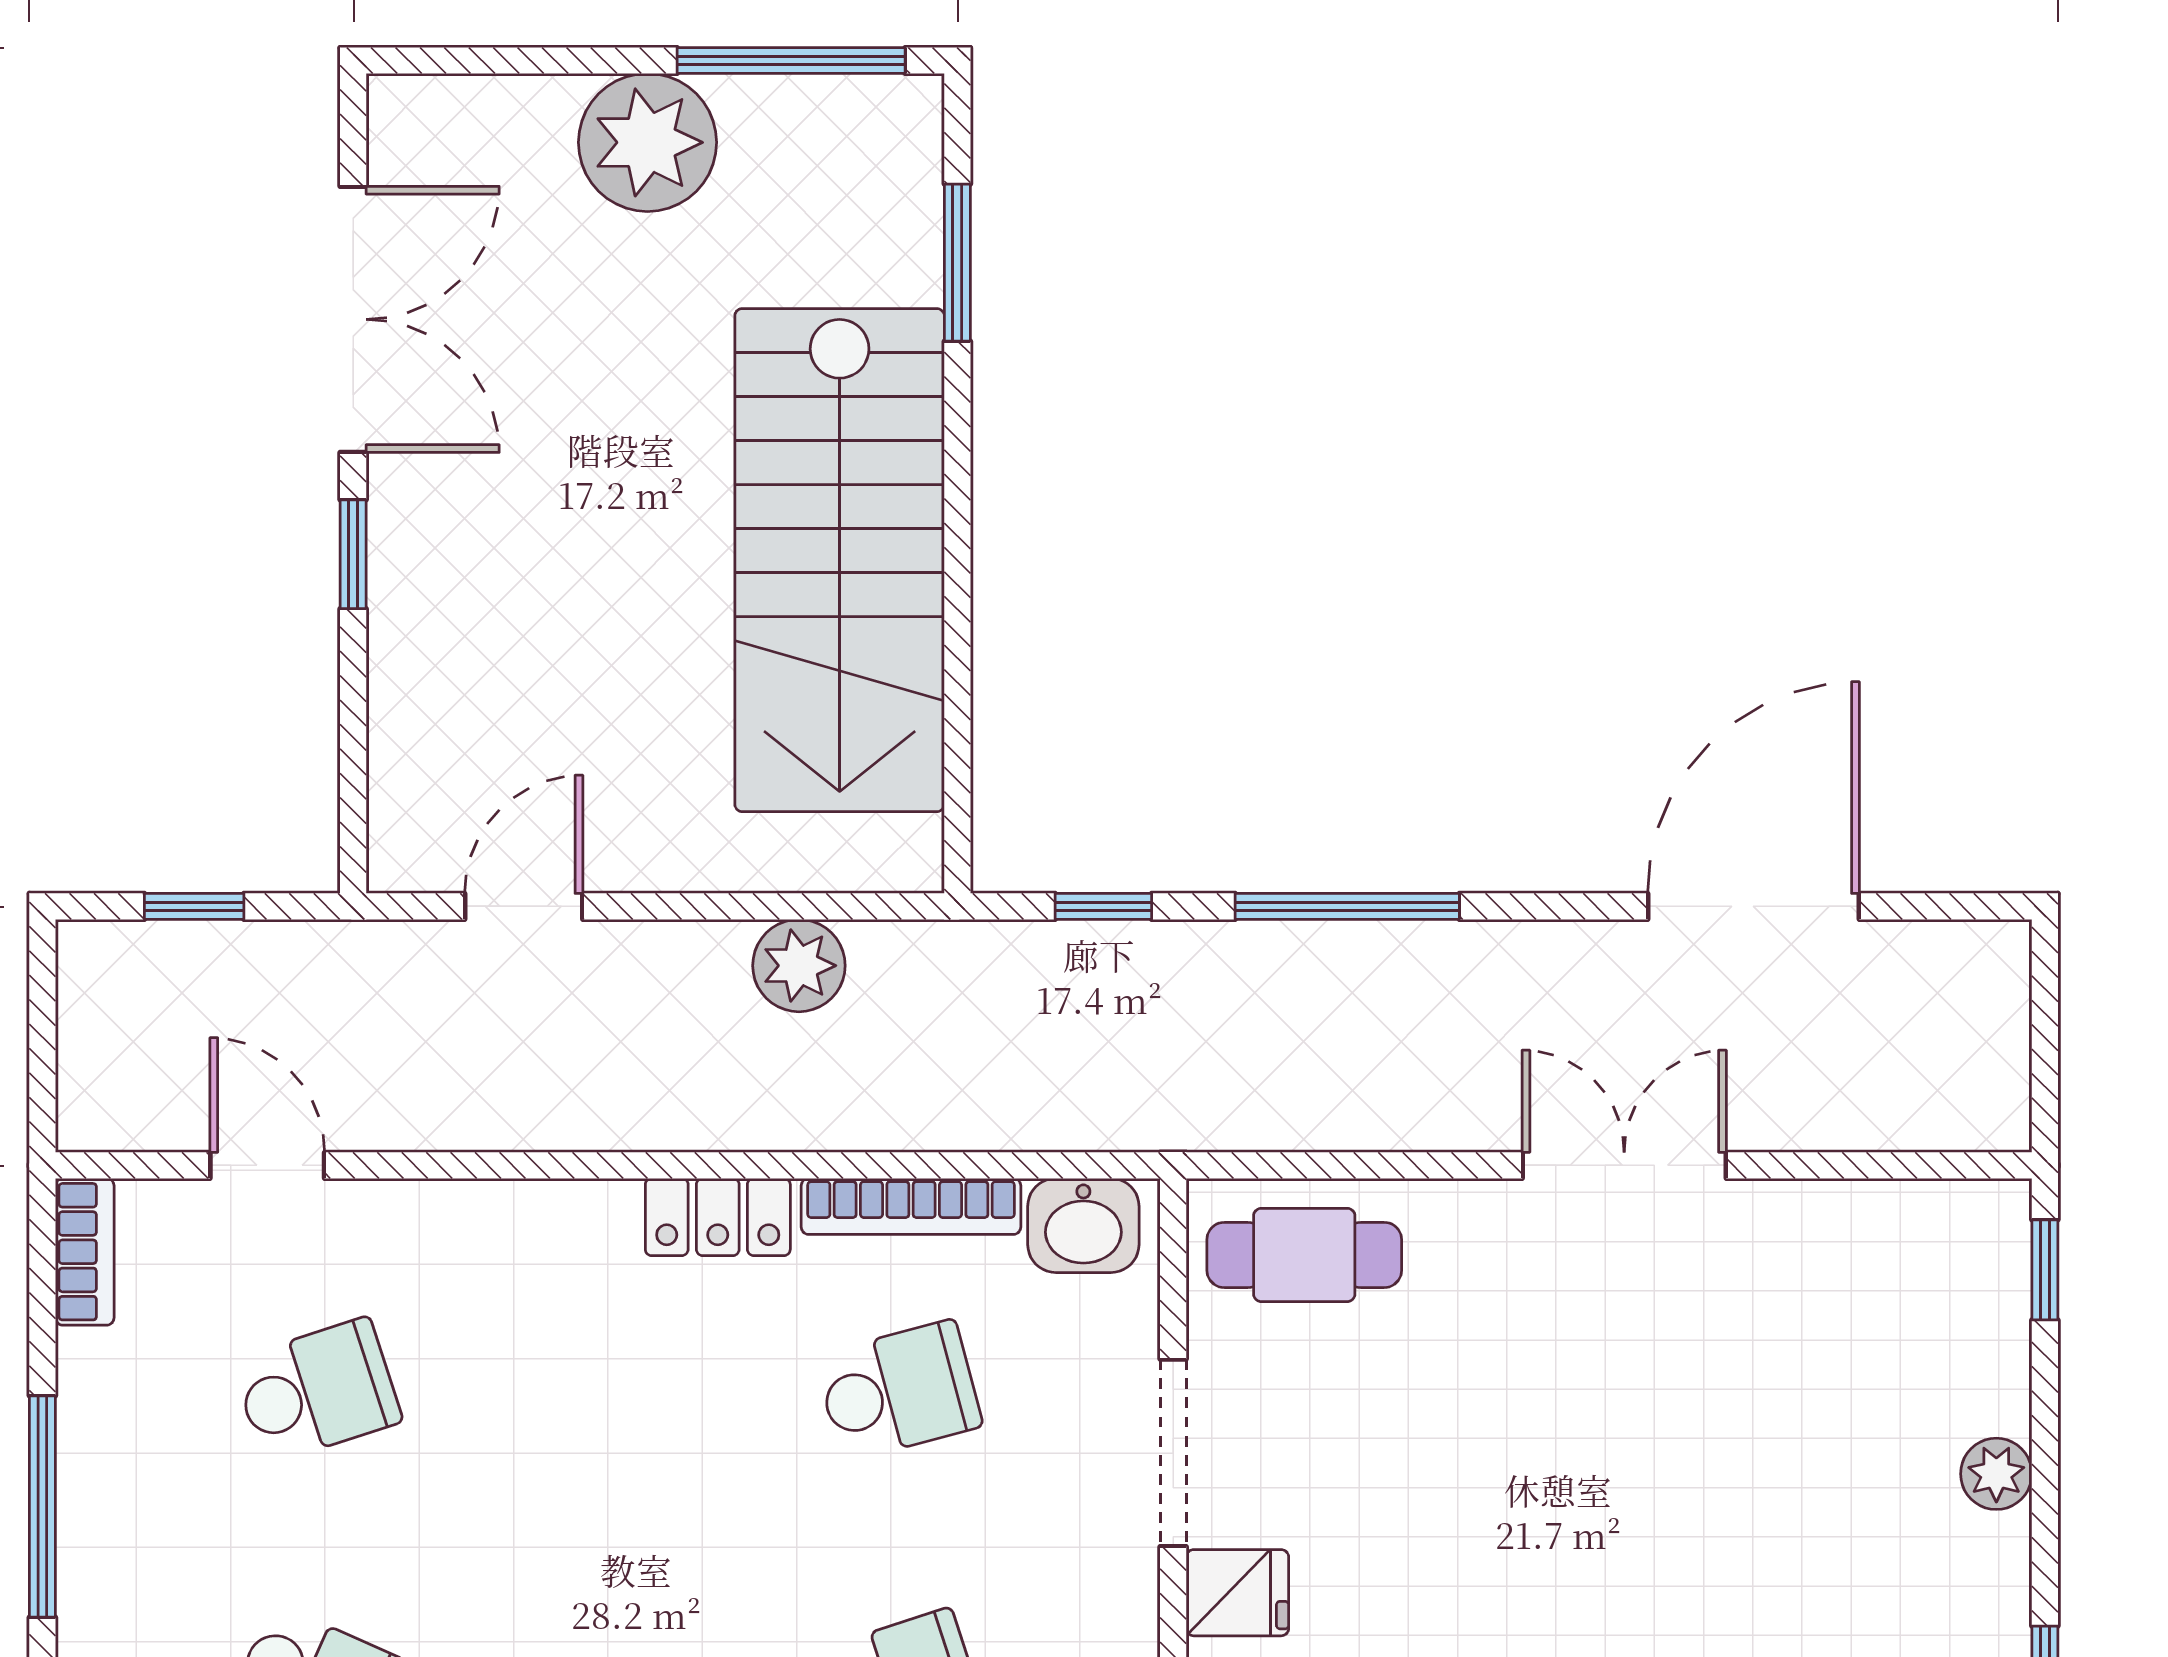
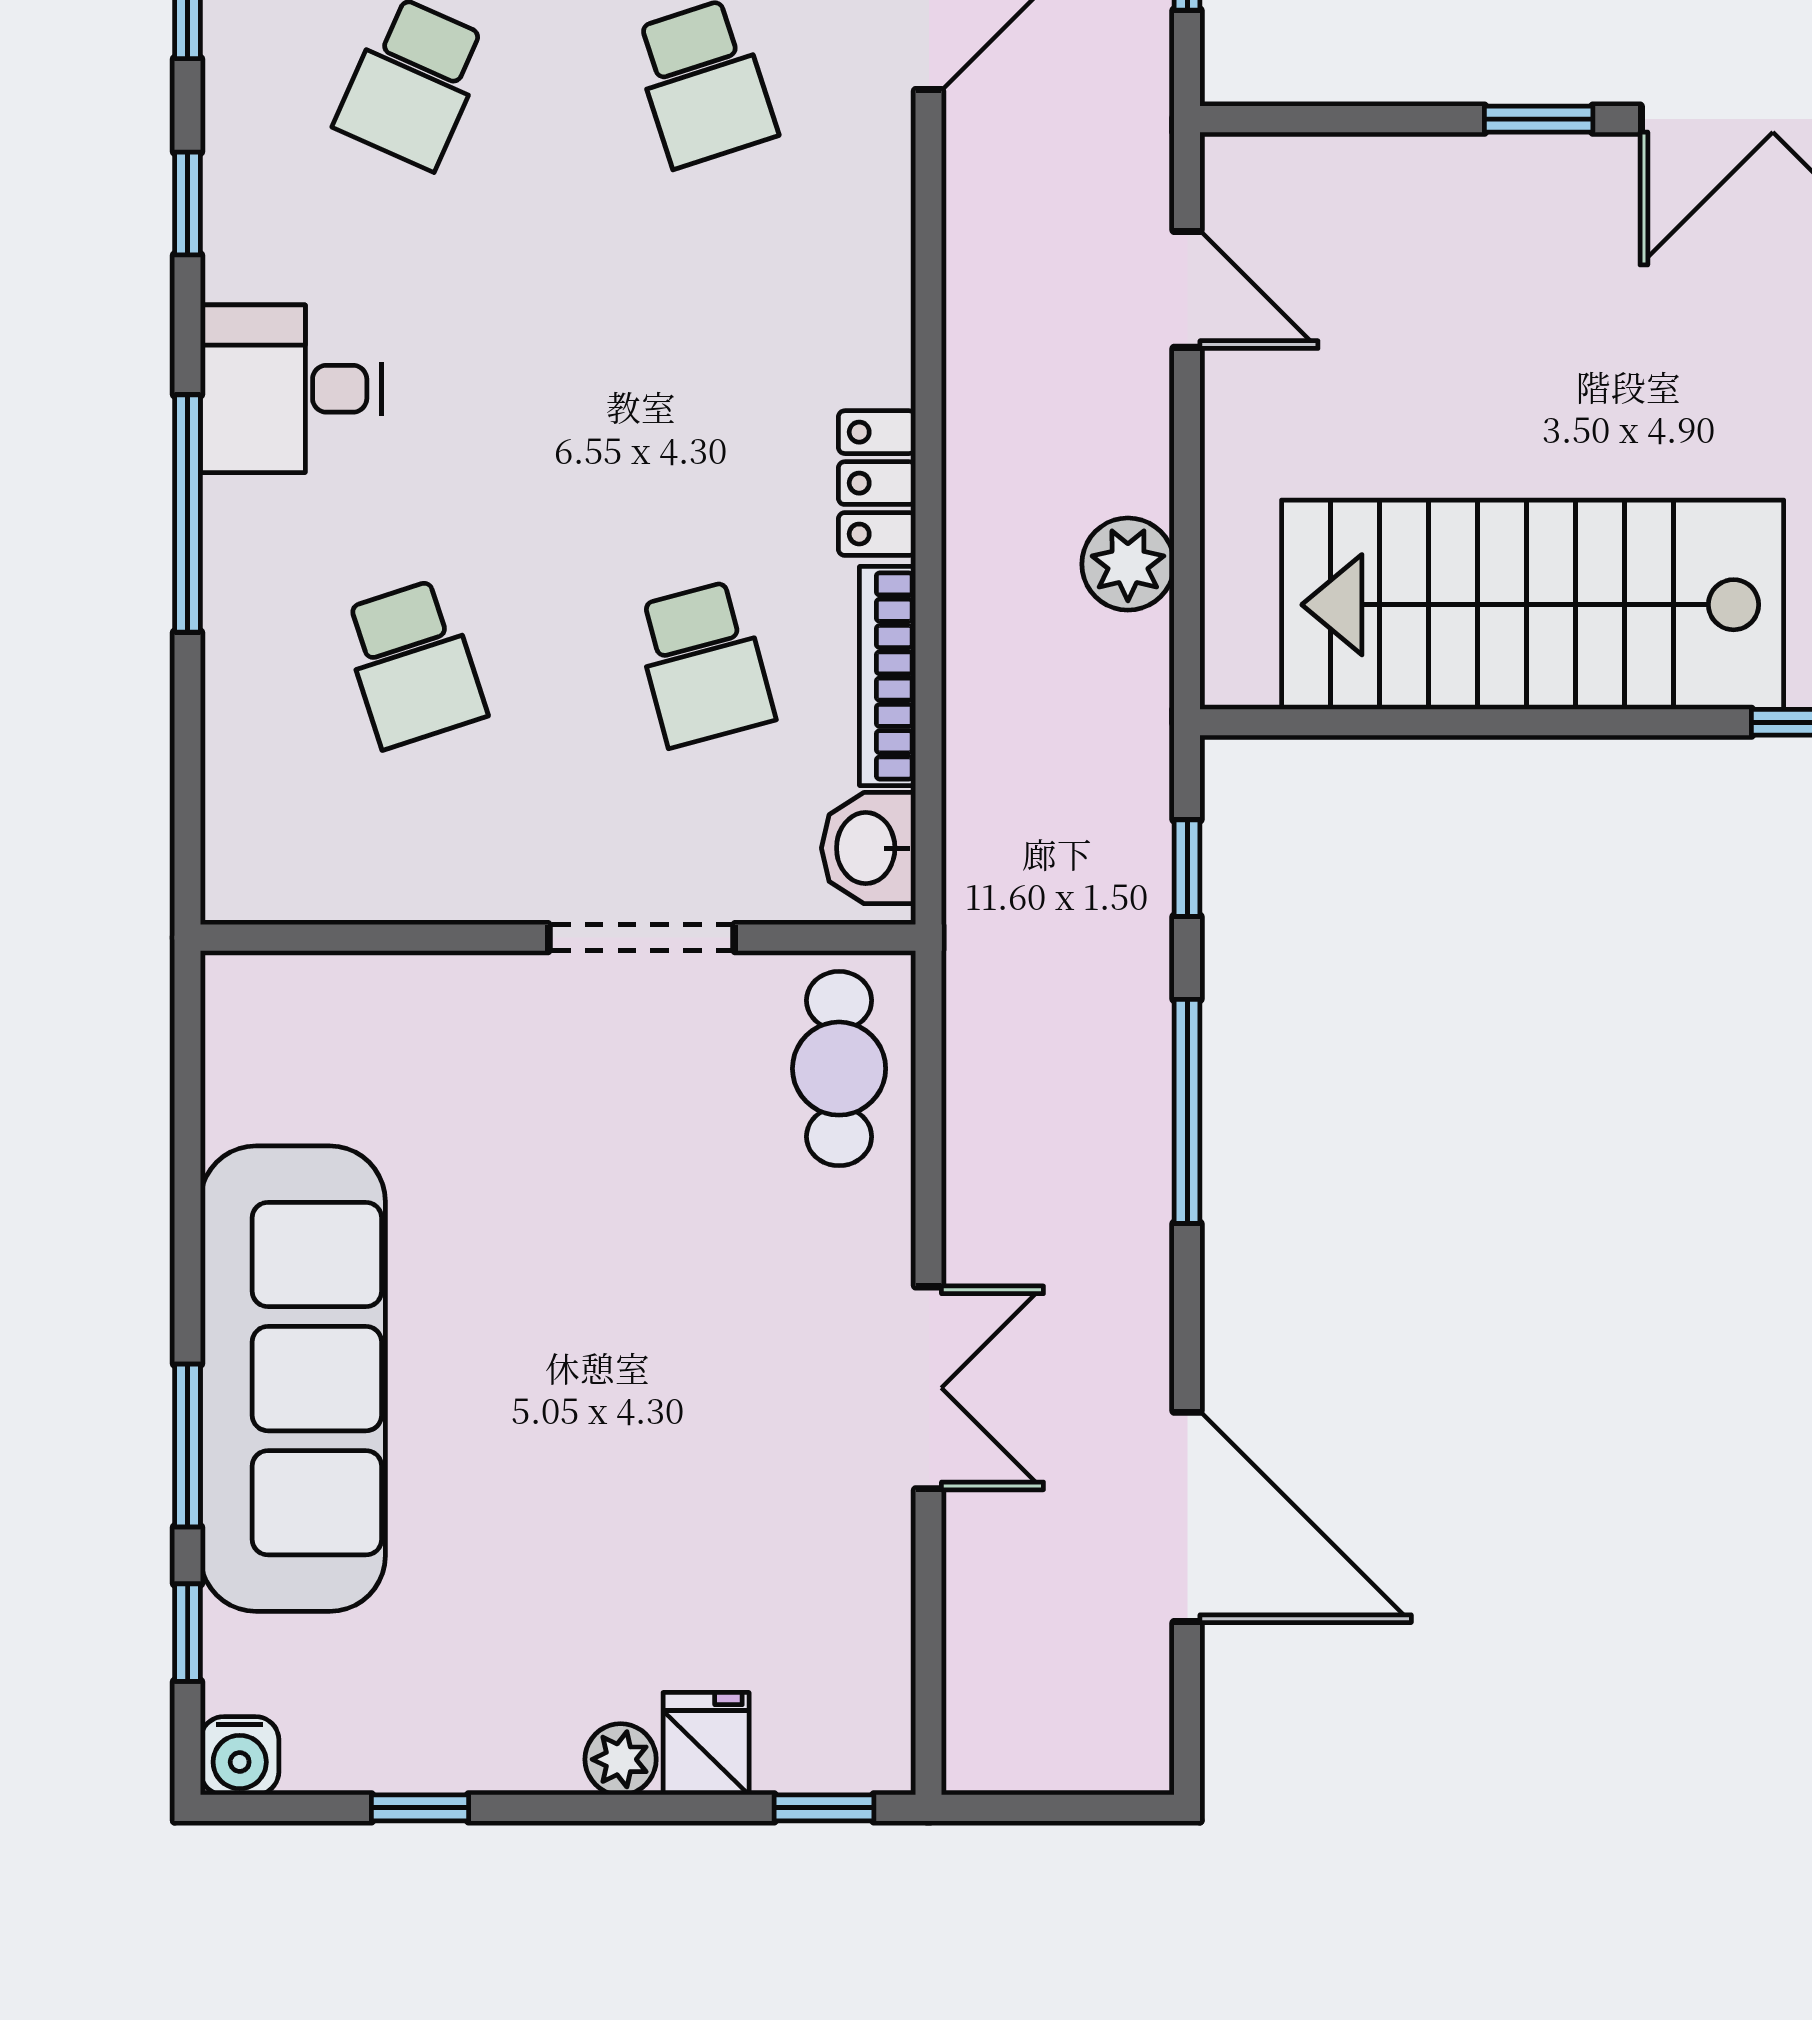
fridge: (1237, 1593) -> (706, 1744), moved, turned 180

